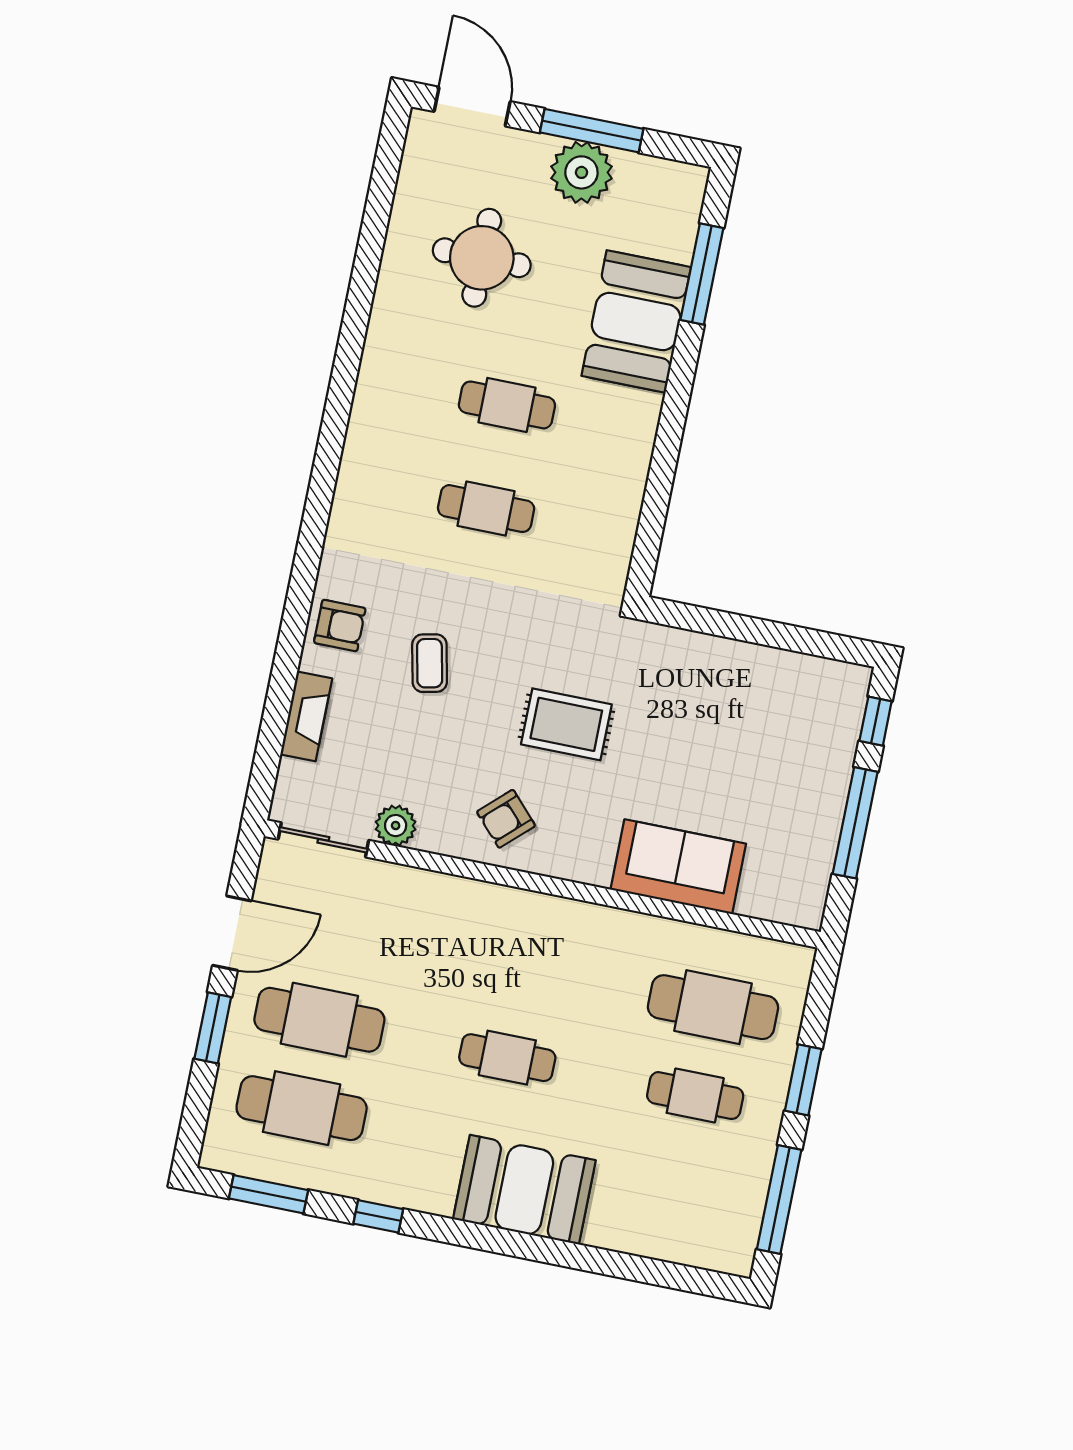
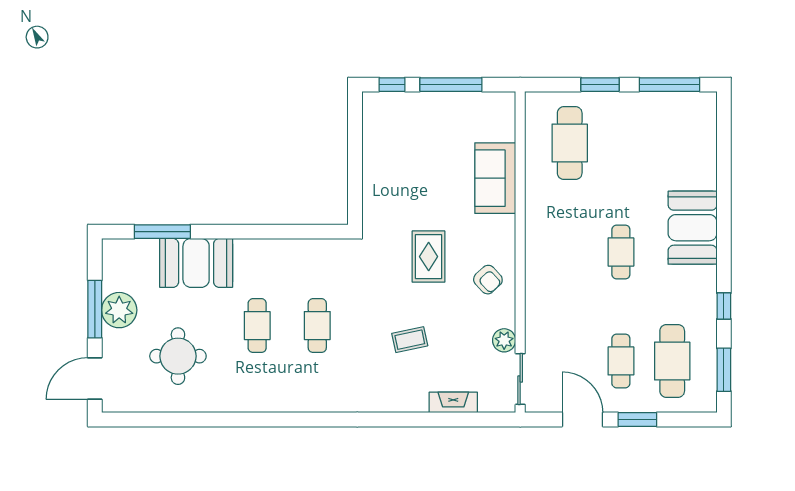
armchair: (340, 626) -> (399, 394), removed
cafe table: (319, 1020) -> (621, 361), width x0.73, depth x0.74
cafe table: (695, 1096) -> (621, 143), removed

